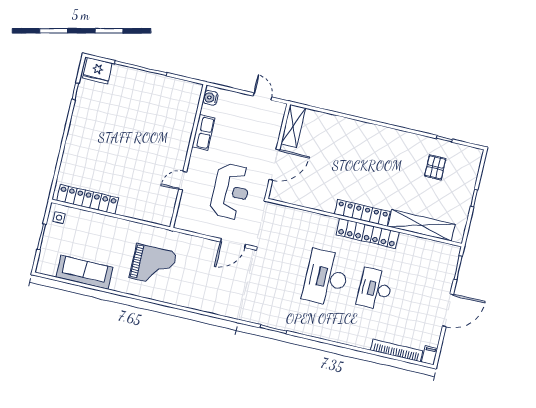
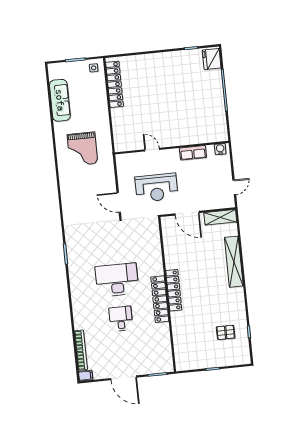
shelving: (422, 225) -> (234, 262), moved
desk: (375, 289) -> (121, 319), width x0.73

